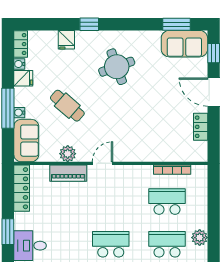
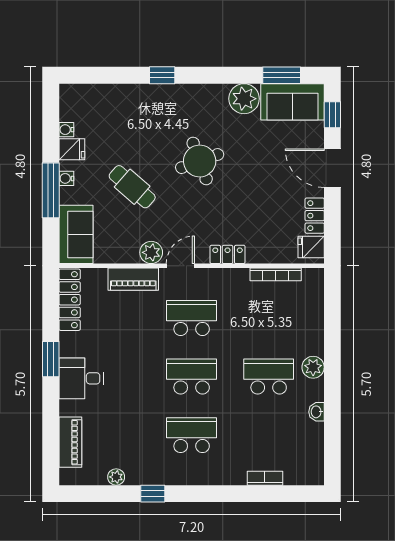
fridge: (66, 40) -> (311, 247), moved, turned 90
plant: (149, 41) -> (244, 99), added
locker: (21, 44) -> (228, 254), moved, turned -90
round table: (117, 67) -> (200, 161), moved
water cooler: (19, 113) -> (66, 178), moved
plant: (68, 154) -> (151, 252), moved
school desk: (167, 202) -> (192, 318), moved

